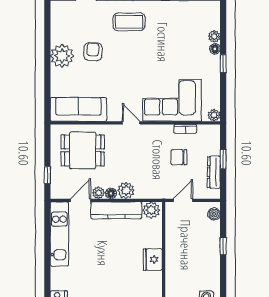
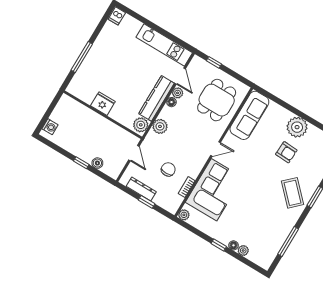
coffee table: (129, 22) -> (293, 193), turned -44
plant: (126, 190) -> (160, 126), moved
boiler: (214, 214) -> (97, 163), moved

